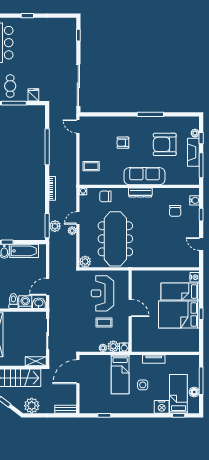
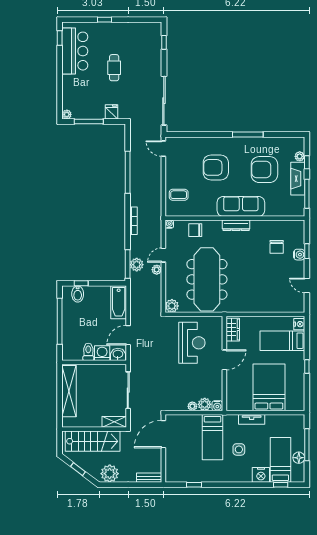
cafe table: (10, 86) -> (114, 68), moved
armchair: (123, 143) -> (216, 167), width x1.88, depth x1.88
water cooler: (195, 200) -> (299, 255), moved
bathtub: (24, 251) -> (119, 302), moved, turned 90
wardrobe: (137, 282) -> (233, 330), added
reception desk: (102, 293) -> (192, 343), turned 180
door: (130, 308) -> (224, 360), hinge flipped
bed: (179, 315) -> (269, 387), moved, turned 90
coffee table: (104, 323) -> (194, 377), removed

